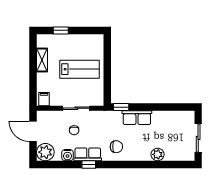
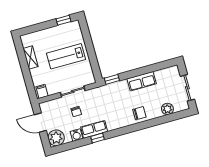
window: (61, 30) -> (63, 20), moved
lab bench: (80, 69) -> (66, 56), turned 180
row of seats: (137, 118) -> (142, 81), moved
chair: (116, 147) -> (139, 113), moved
plant: (158, 154) -> (167, 109), moved

